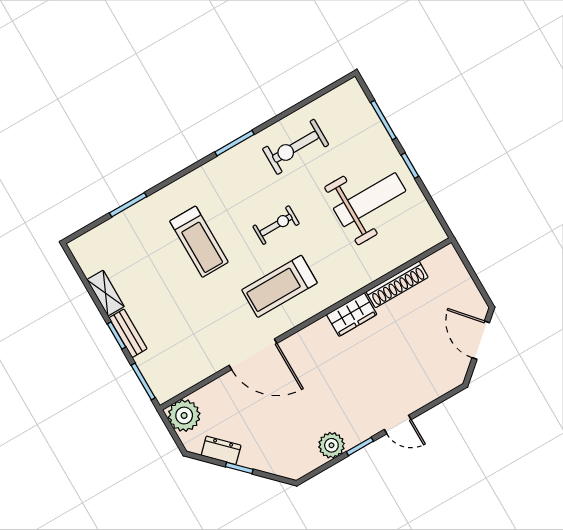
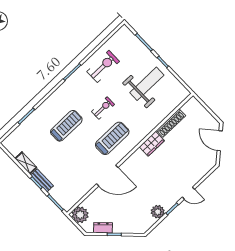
exercise bike: (296, 147) -> (103, 66), turned 180
treadmill: (199, 242) -> (66, 126), turned -90
treadmill: (279, 286) -> (112, 138), turned 180

